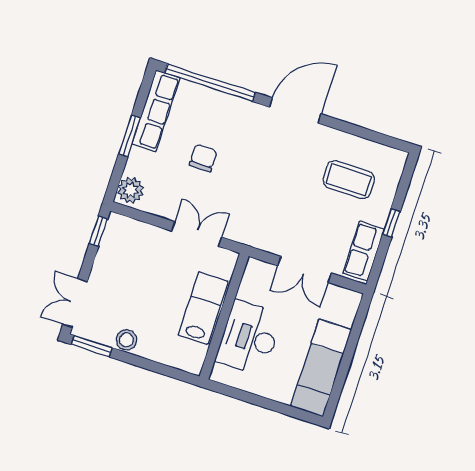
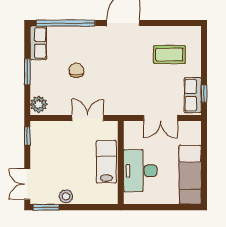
row of seats: (156, 111) -> (38, 43), width x0.68
window: (391, 223) -> (204, 94), moved

